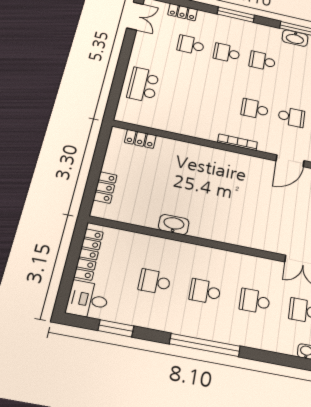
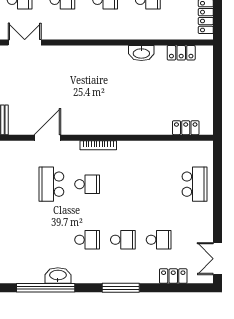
school desk: (291, 117) -> (51, 184), width x1.85
locker: (105, 187) -> (181, 53), moved, turned -90

